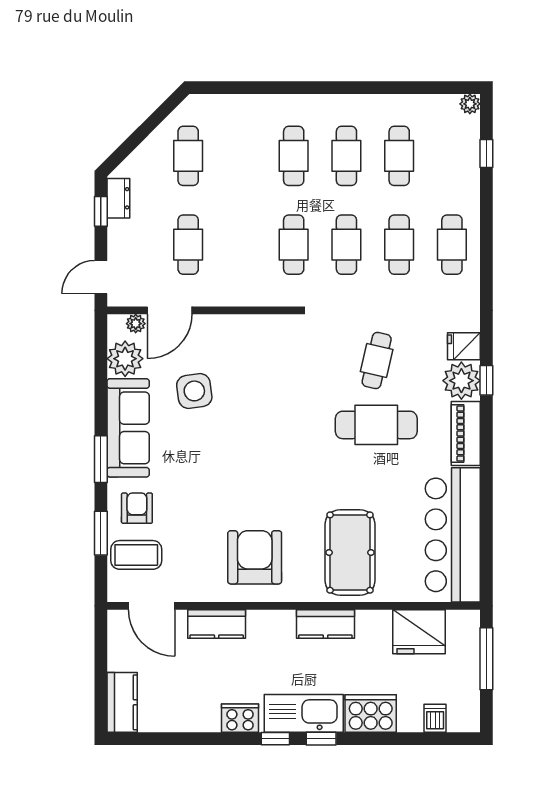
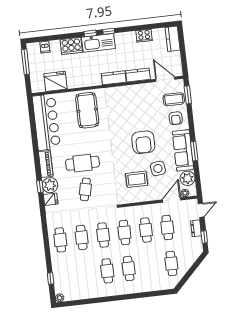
cafe table: (399, 156) -> (146, 230), moved
dresser: (118, 198) -> (196, 228), moved
rug: (249, 371) -> (137, 179), added
window: (101, 459) -> (194, 151), moved
window: (101, 533) -> (188, 95), moved
armchair: (255, 557) -> (143, 142), moved
kitchen counter: (325, 624) -> (114, 78), moved
window: (486, 659) -> (25, 62), moved
cooker: (240, 718) -> (144, 36), moved

